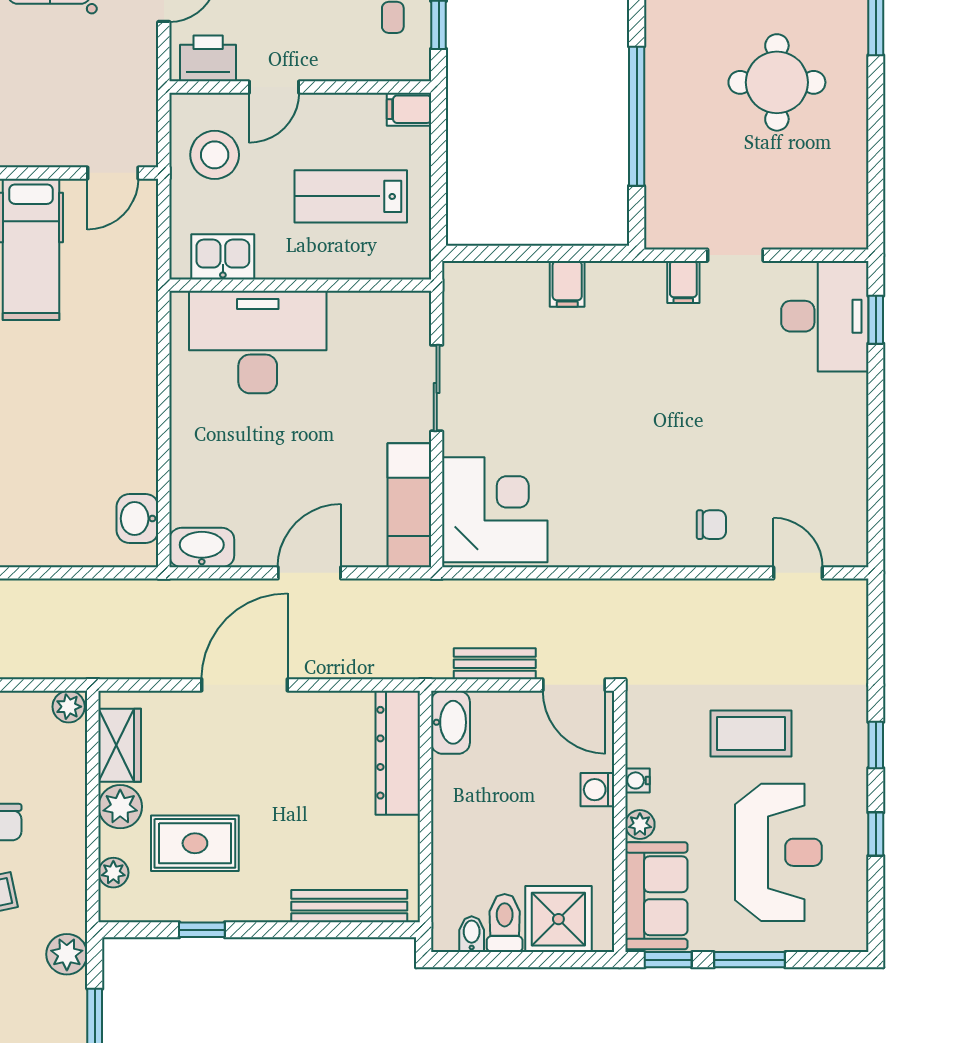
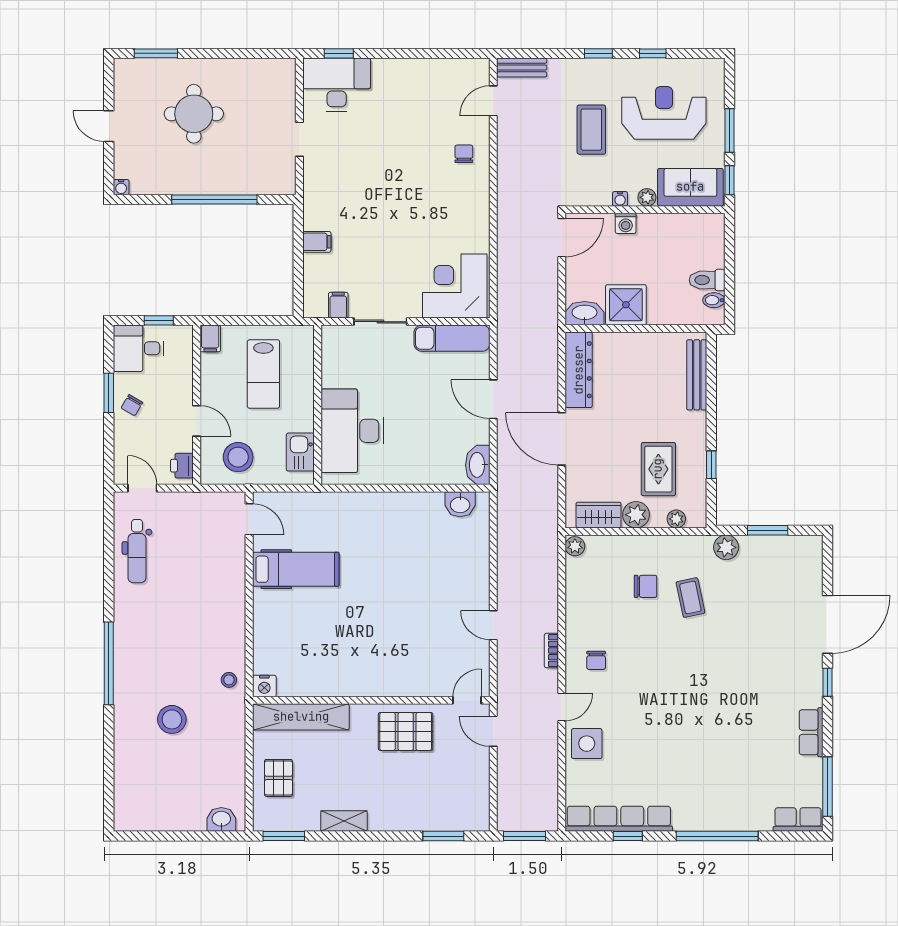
printer: (208, 58) -> (182, 466), width x0.73, depth x0.81
filing cabinet: (683, 282) -> (338, 305), moved, turned -90
bench: (495, 664) -> (522, 68), moved, turned 90
dresser: (398, 753) -> (579, 370), moved, turned -90
shower: (558, 919) -> (626, 305), moved

